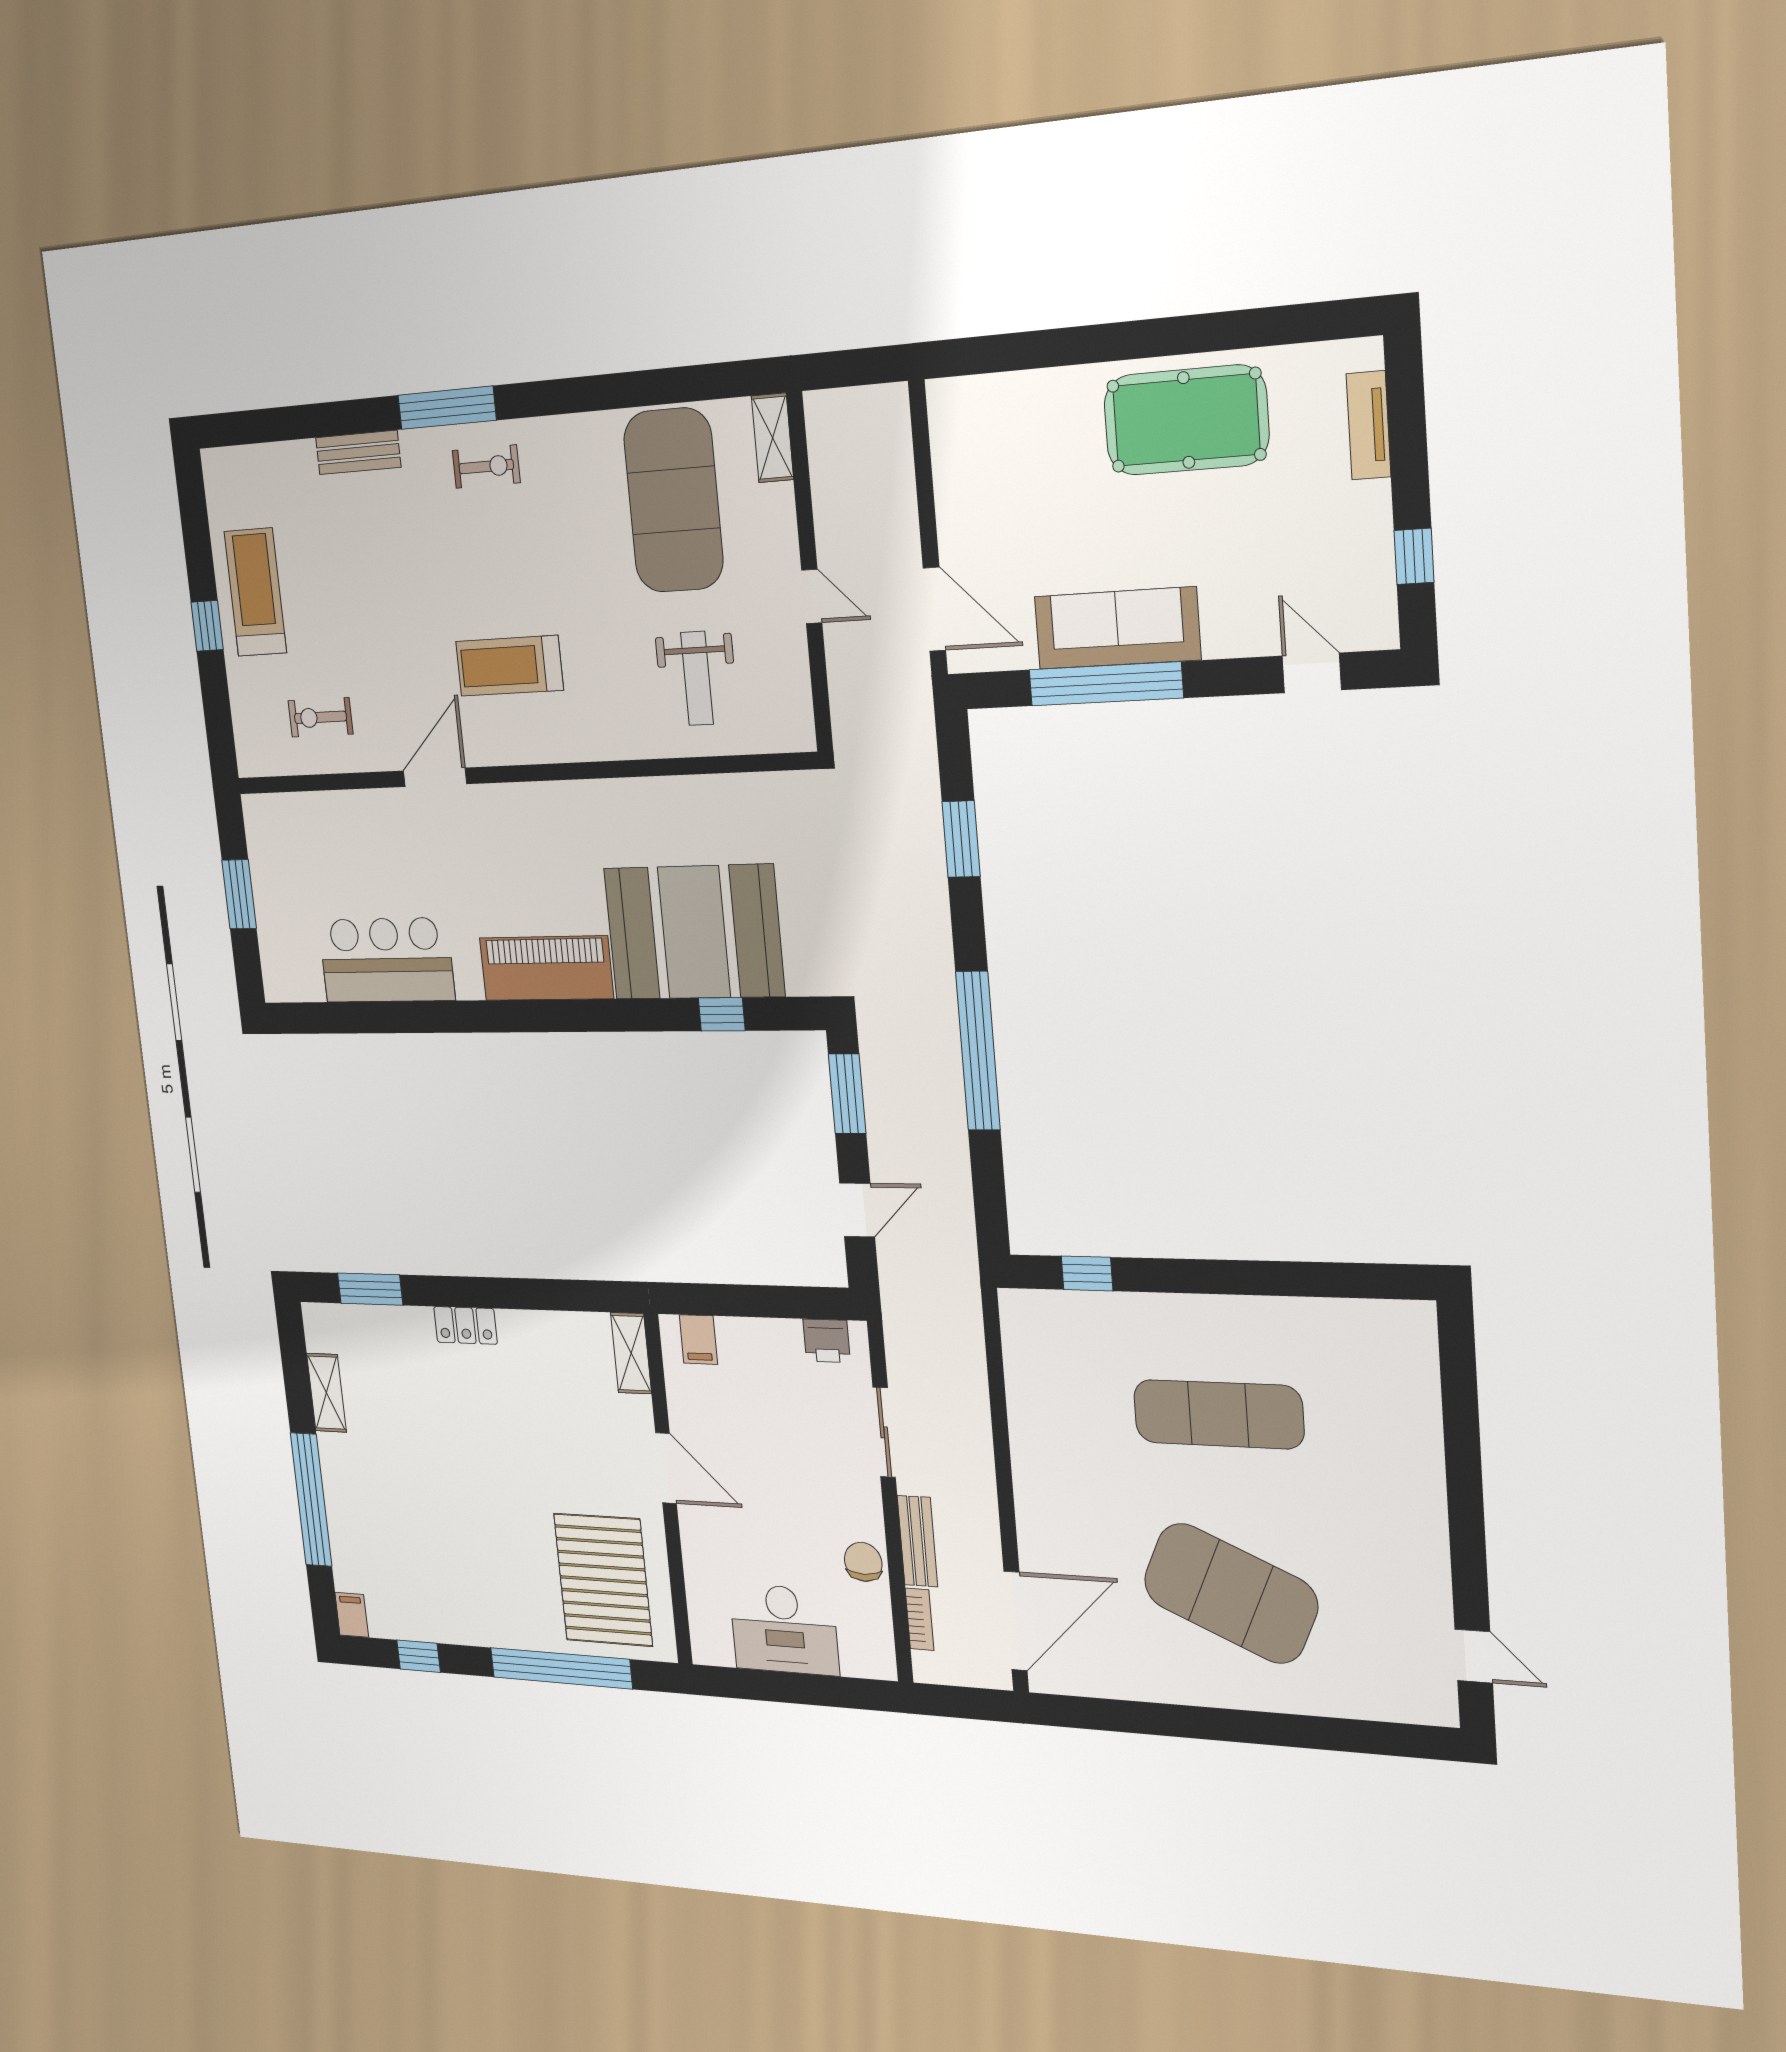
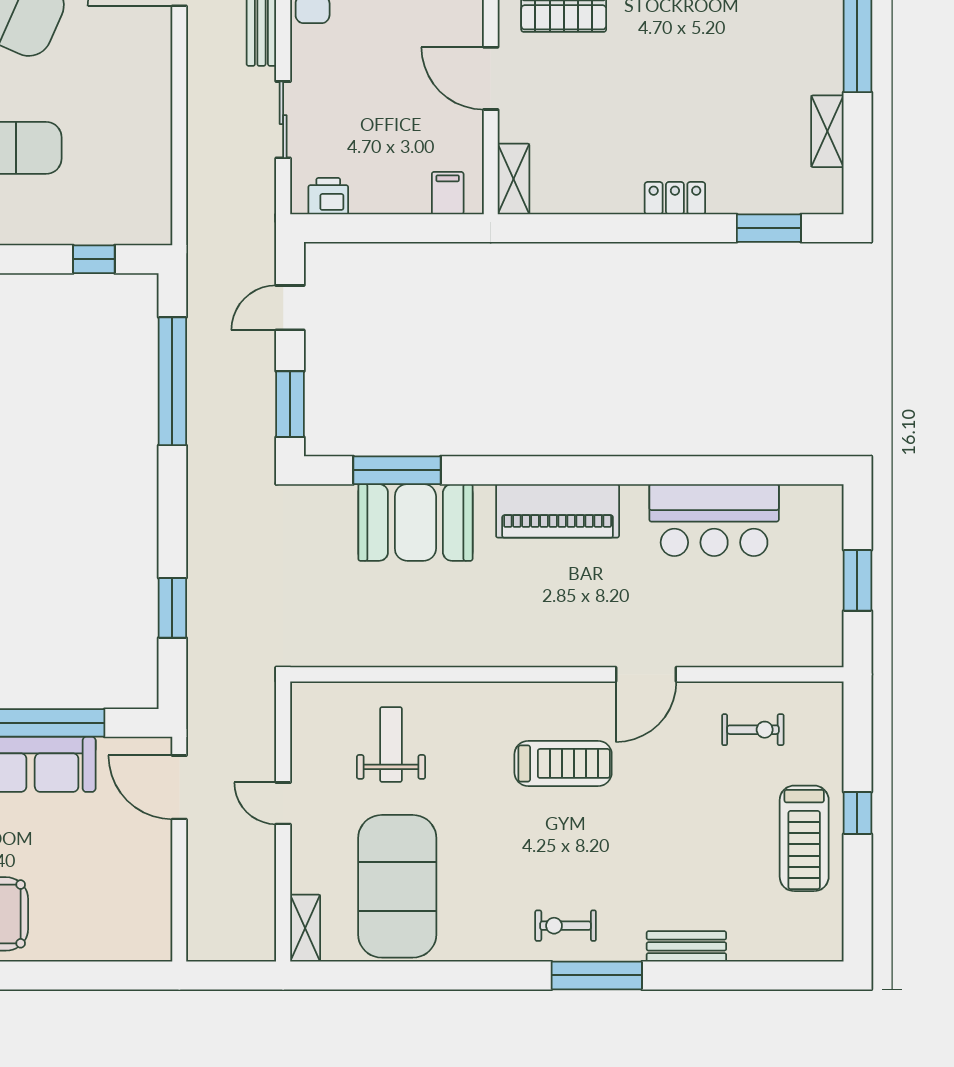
booth: (694, 932) -> (415, 522), width x0.73, depth x0.70
window: (722, 1014) -> (397, 470), width x2.17
window: (978, 1051) -> (172, 381), moved

